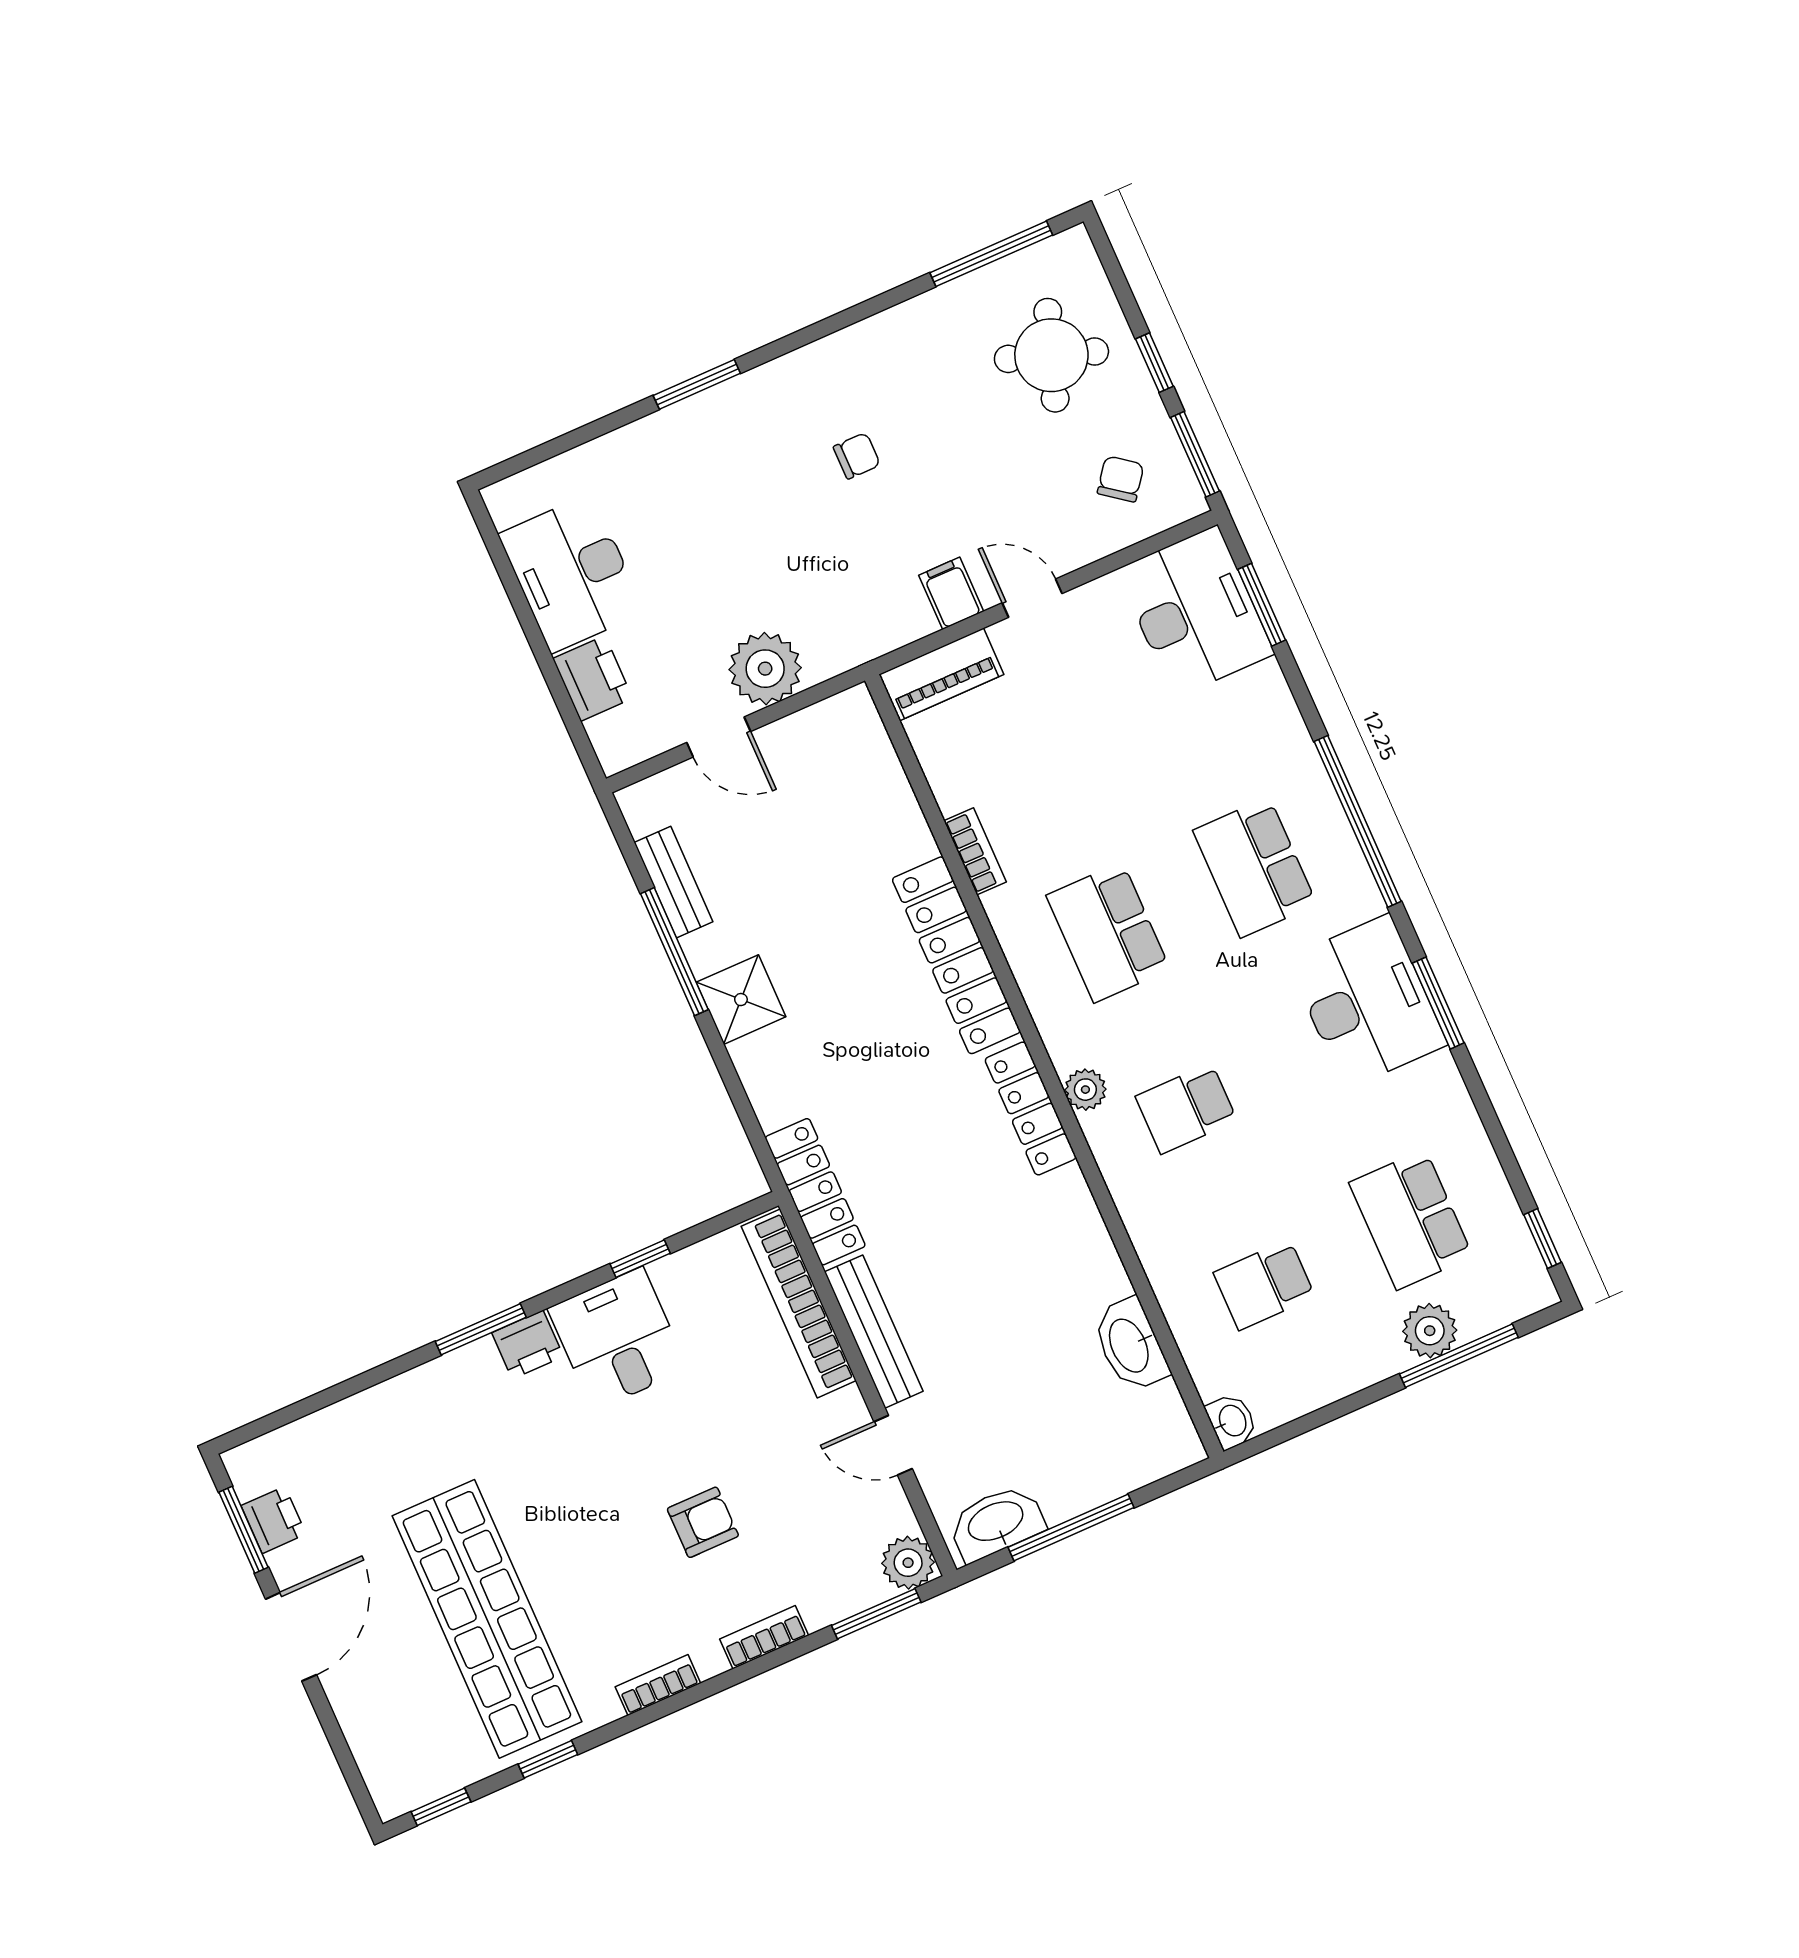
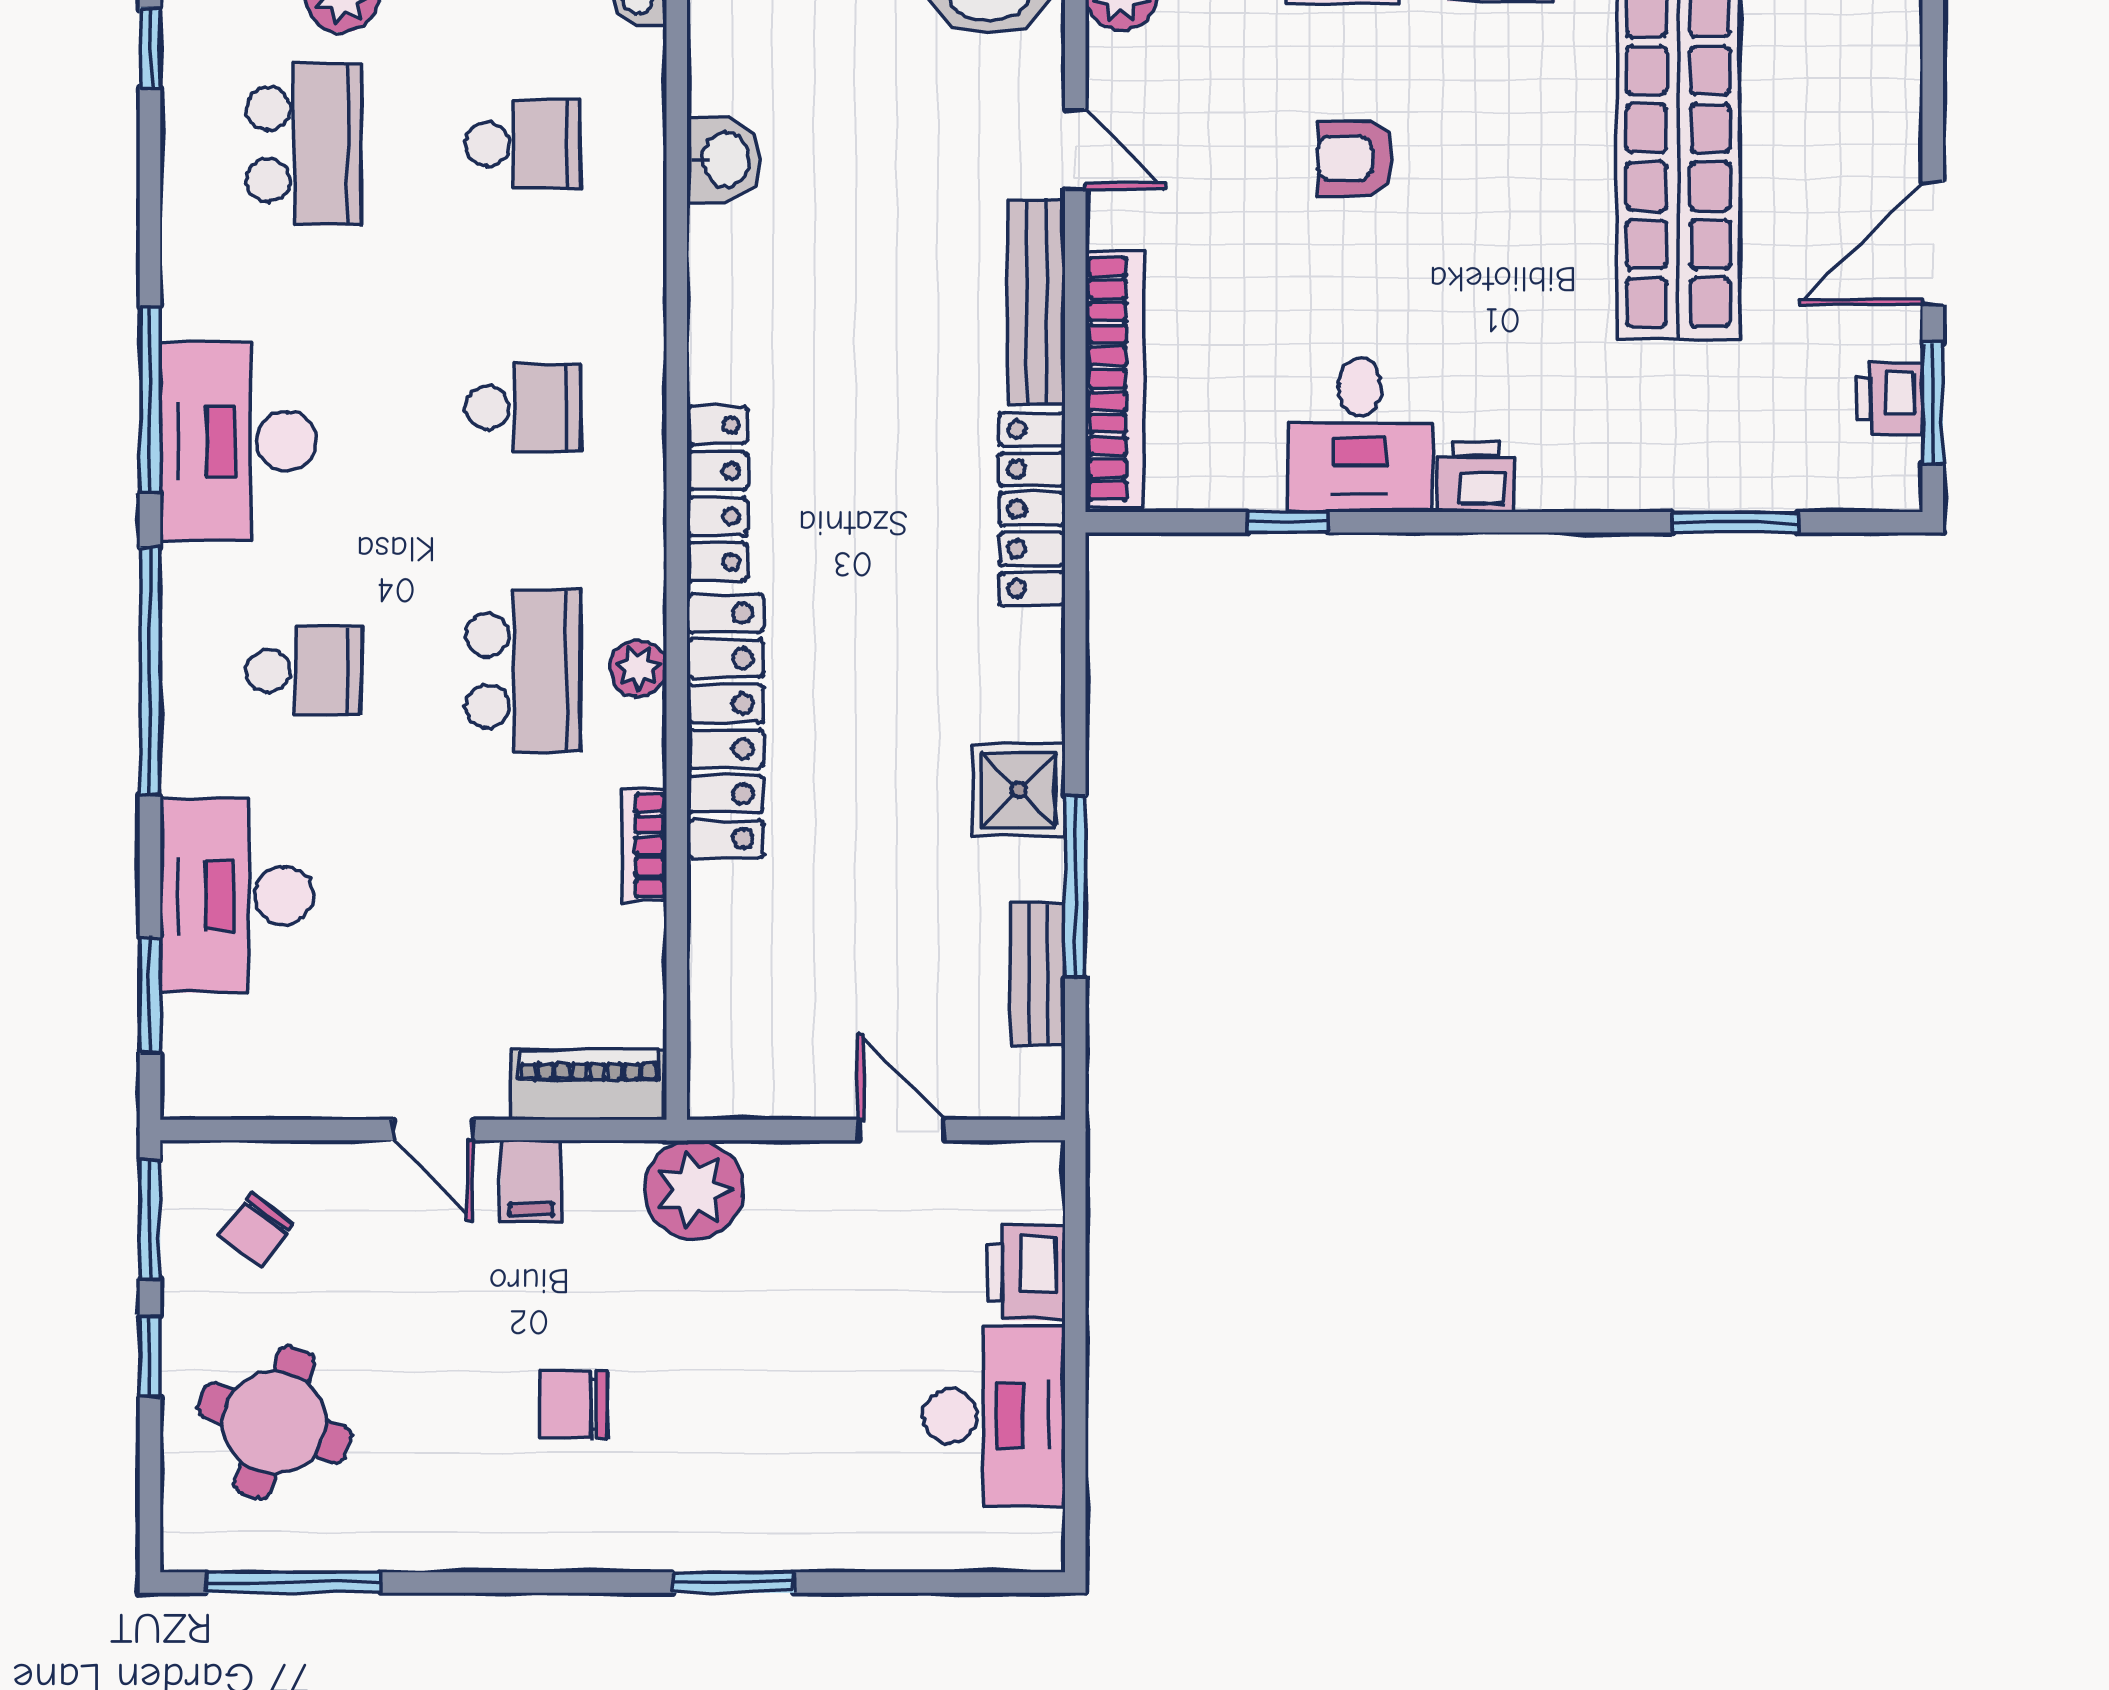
chair: (857, 456) -> (573, 1405), width x1.37, depth x1.37
desk: (1195, 612) -> (236, 895), moved
plant: (765, 669) -> (694, 1190), moved
school desk: (1255, 867) -> (304, 671), width x0.54
window: (1438, 1003) -> (150, 400), width x1.44
plant: (1085, 1090) -> (638, 668), moved
window: (481, 1329) -> (1735, 522), moved
washbasin: (1130, 1345) -> (724, 160), width x0.72

